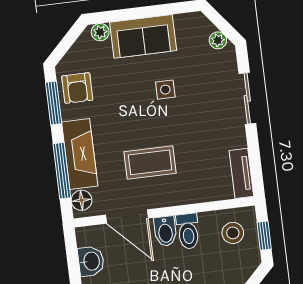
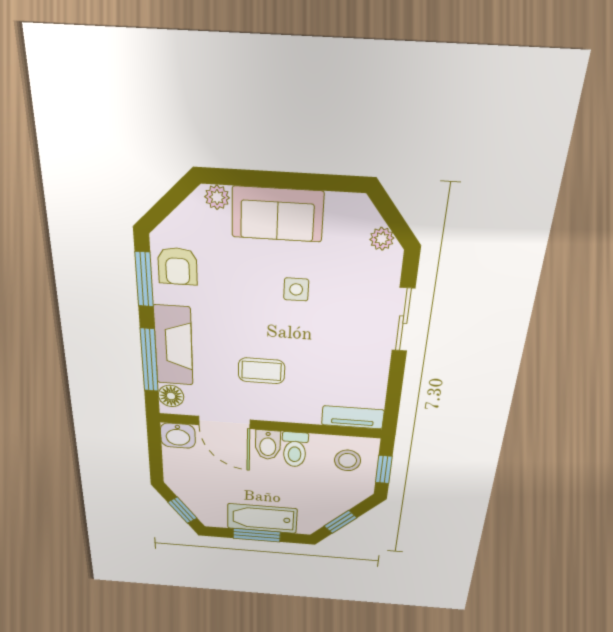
coffee table: (150, 162) -> (261, 371), width x0.73, depth x0.77
tv unit: (241, 173) -> (353, 417), moved, turned 90
washbasin: (91, 261) -> (178, 436), moved, turned 90

